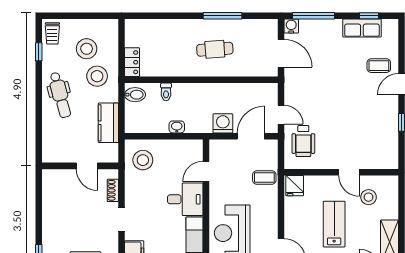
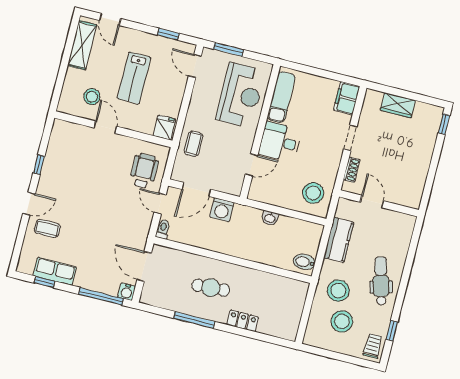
locker: (132, 62) -> (243, 321), moved, turned 90
toilet: (166, 92) -> (163, 229), moved
coffee table: (264, 177) -> (193, 144), turned 90

